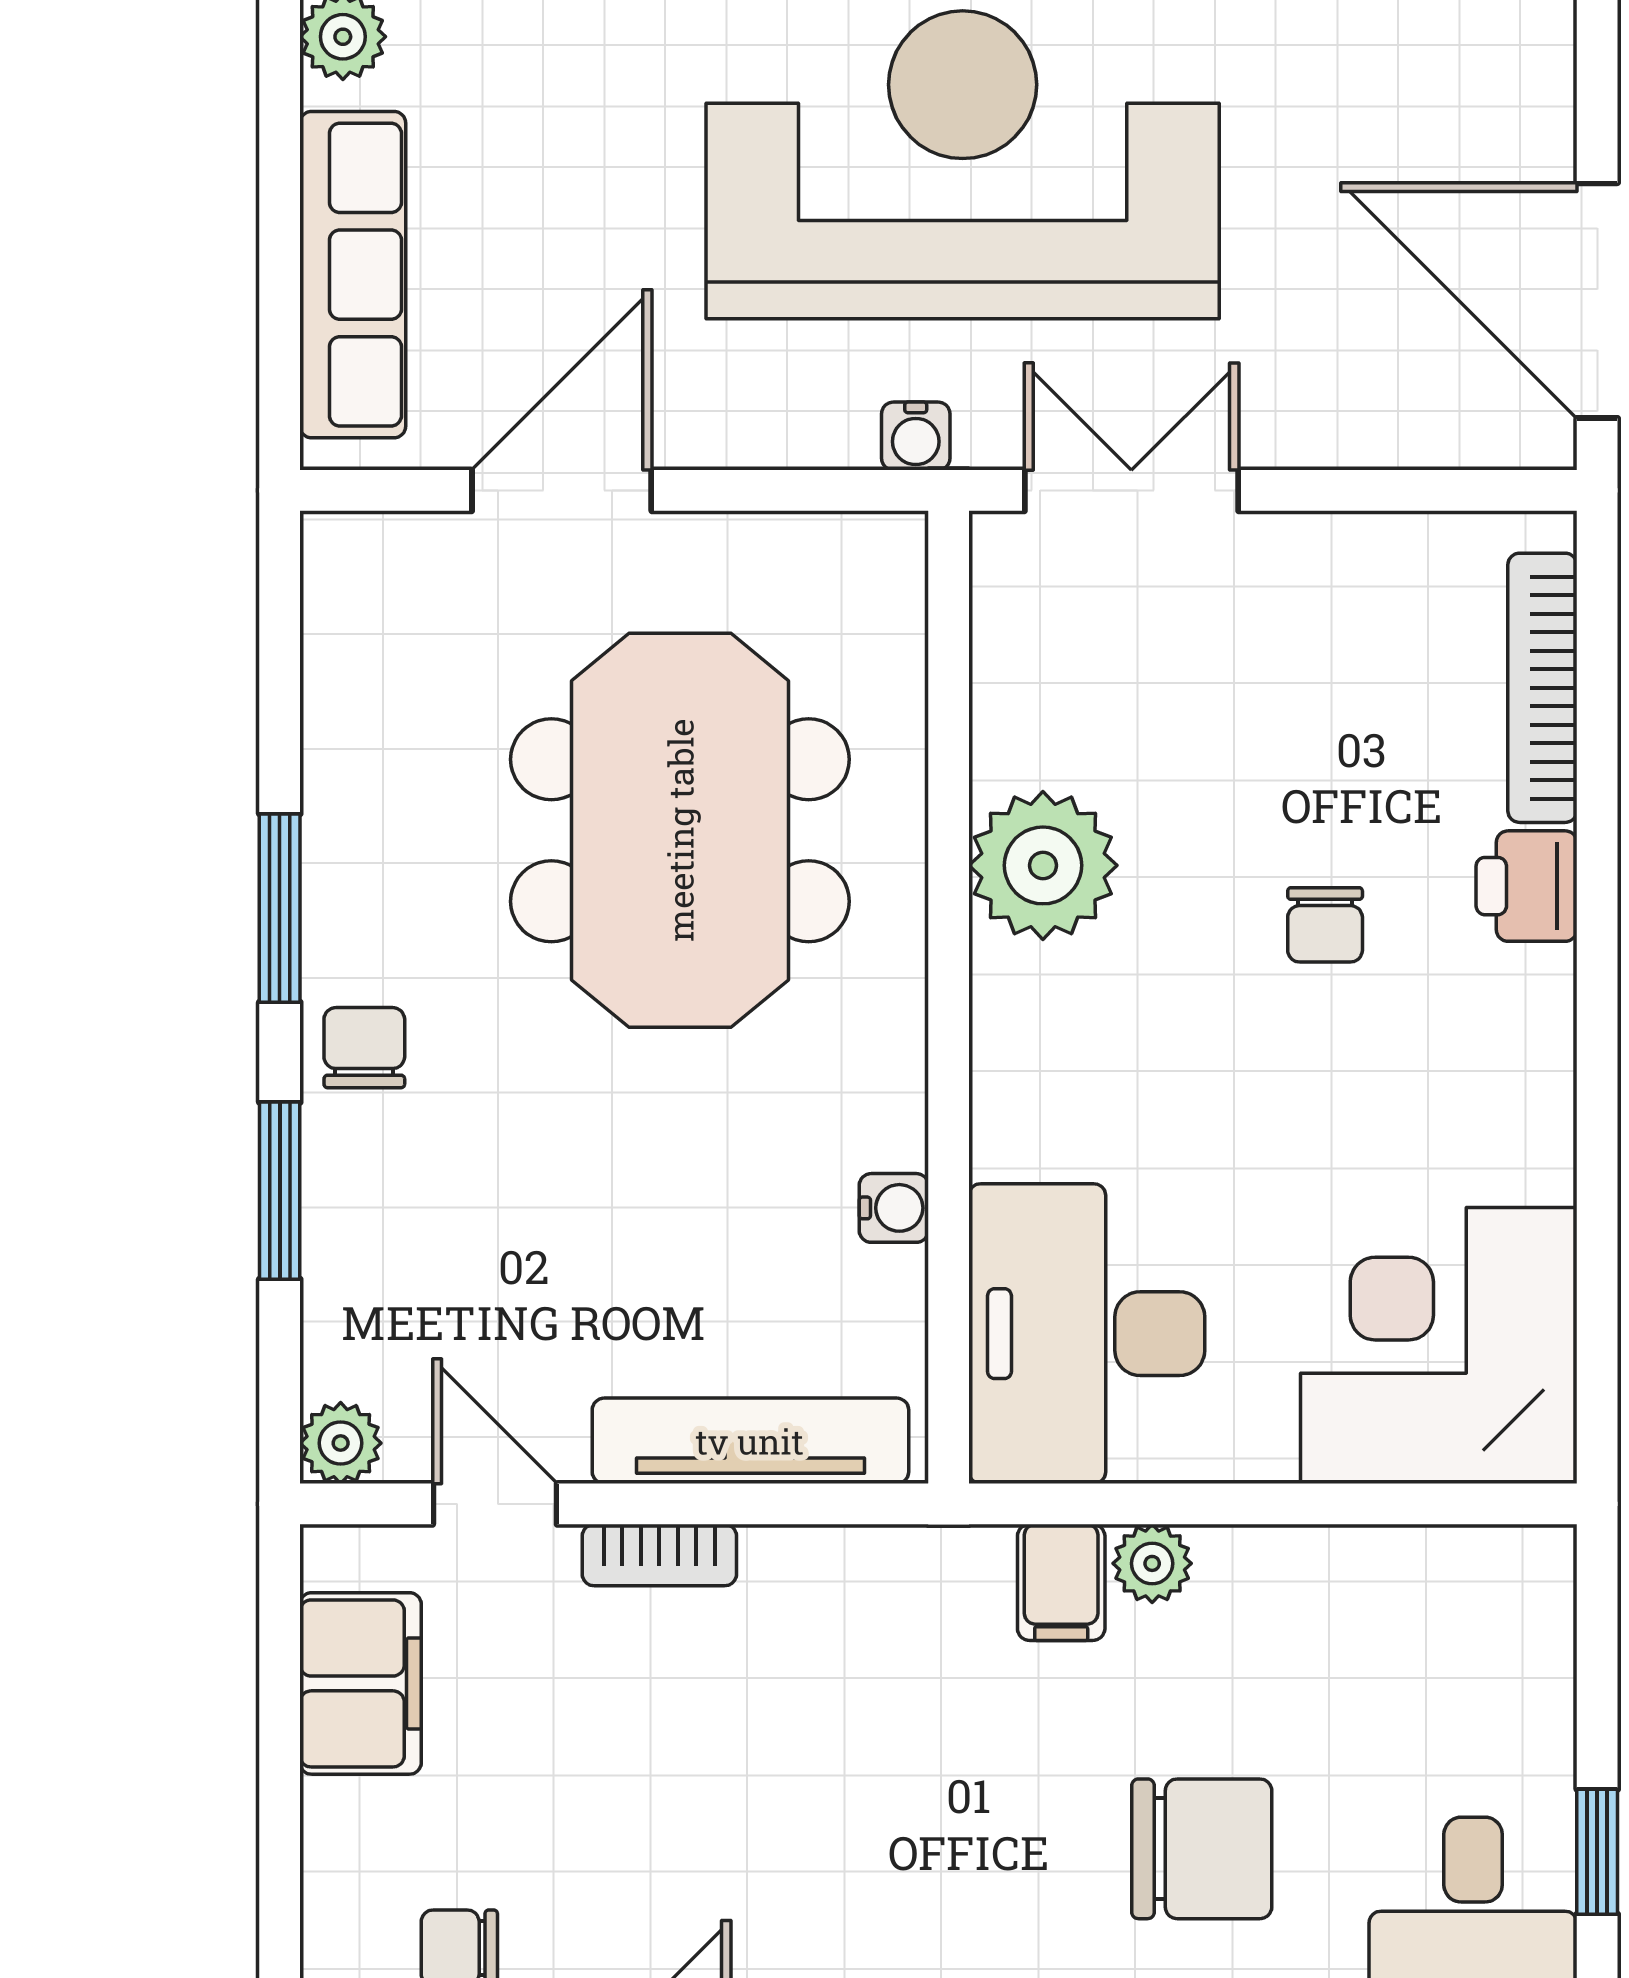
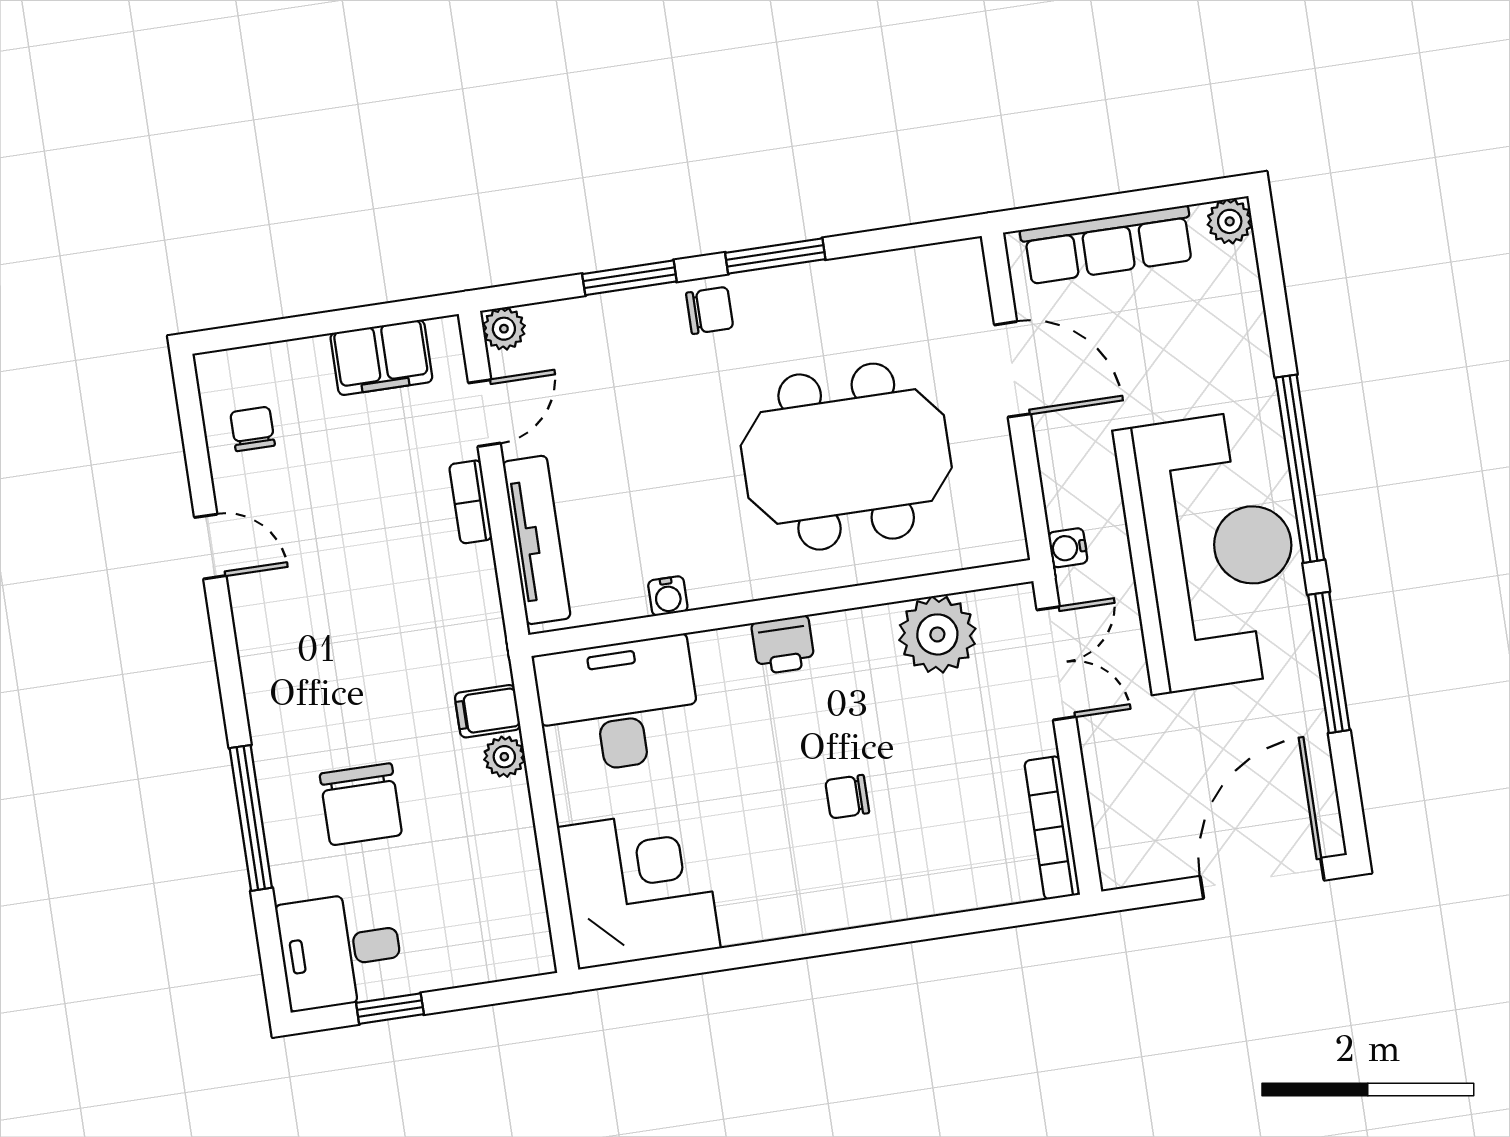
door: (1597, 301) -> (1262, 878), moved
bookcase: (1542, 688) -> (1052, 828), moved, turned -90
plant: (1043, 865) -> (937, 634), moved
printer: (1527, 886) -> (783, 645), moved, turned 180

